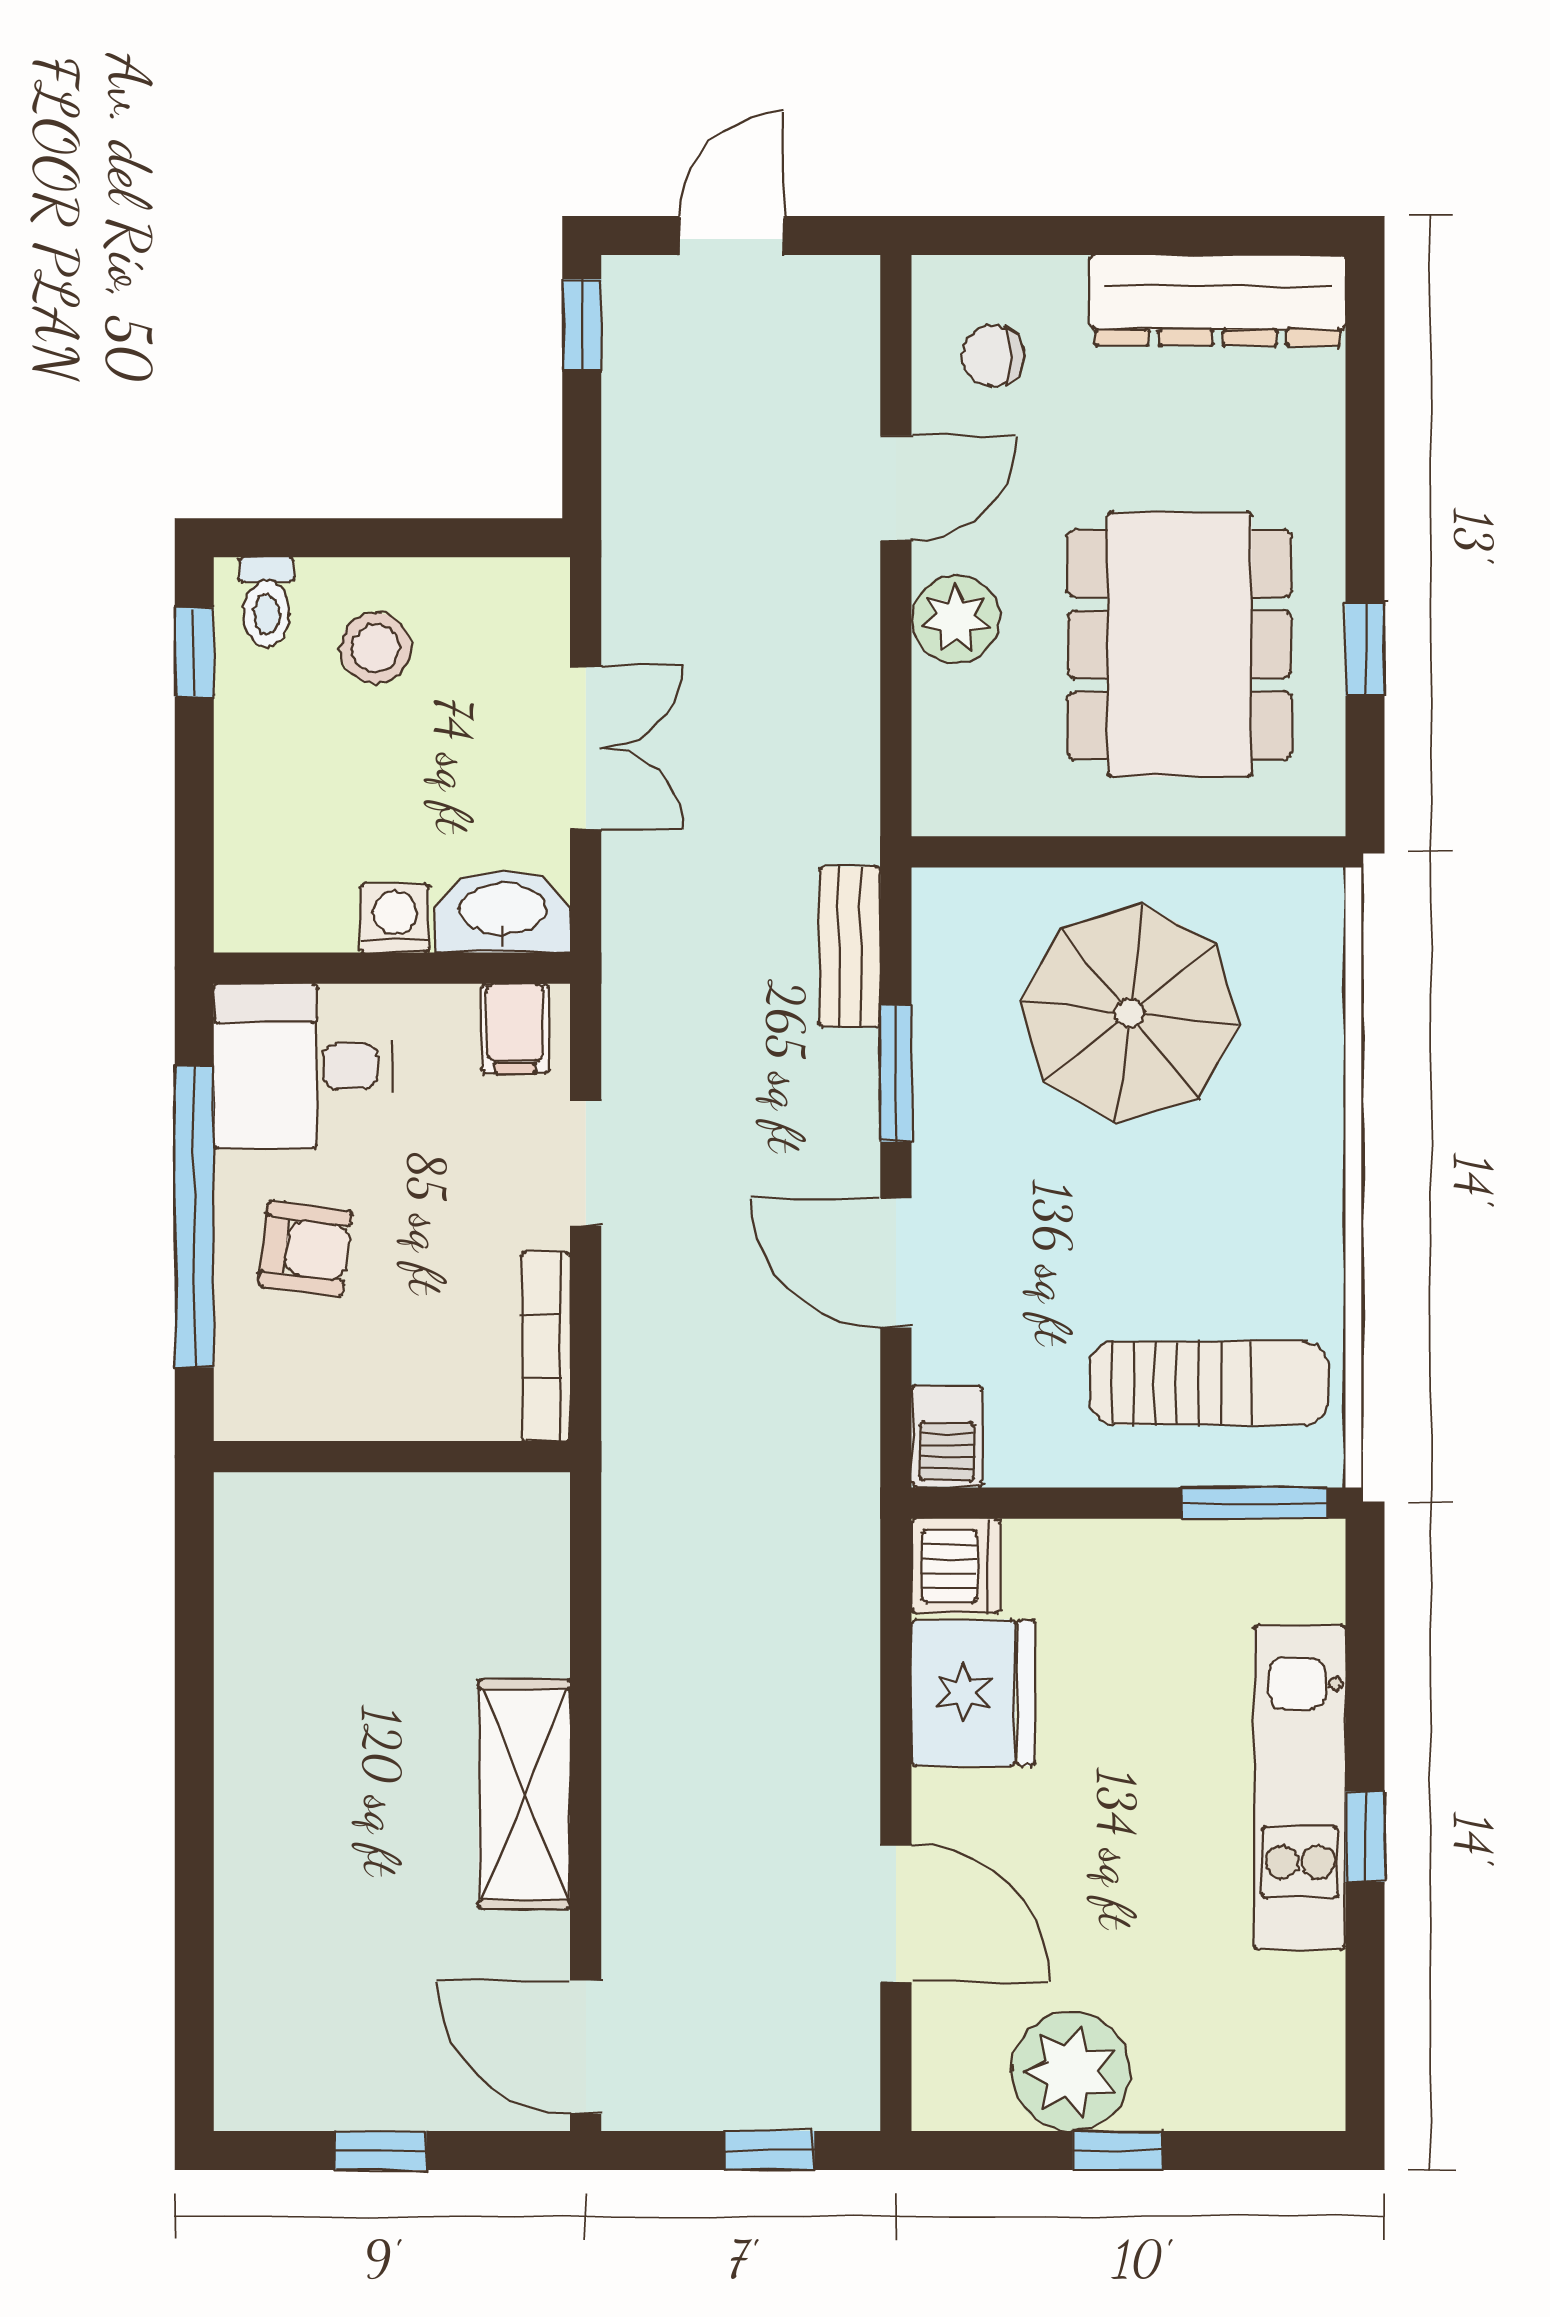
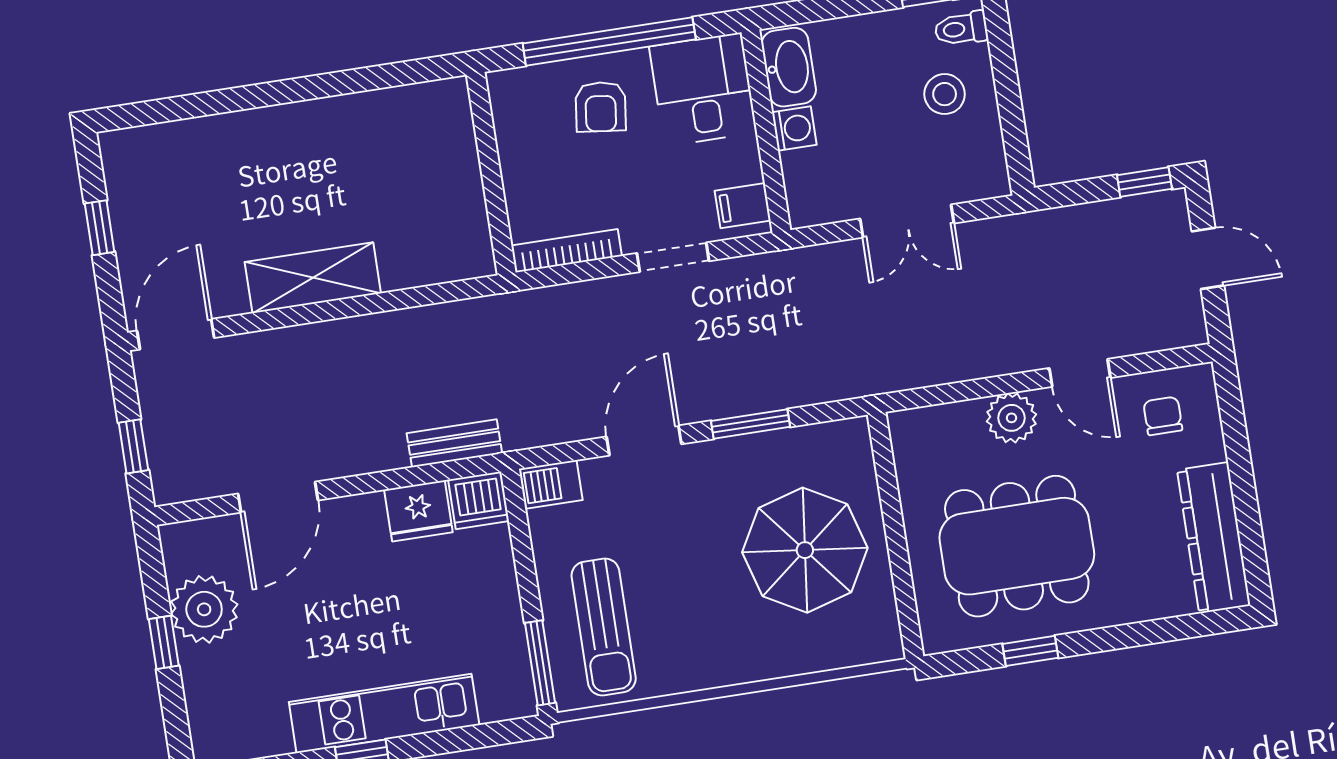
washbasin: (503, 911) -> (789, 67), moved
bench: (850, 947) -> (454, 443), moved
fridge: (973, 1693) -> (418, 511), width x0.73, depth x0.75

